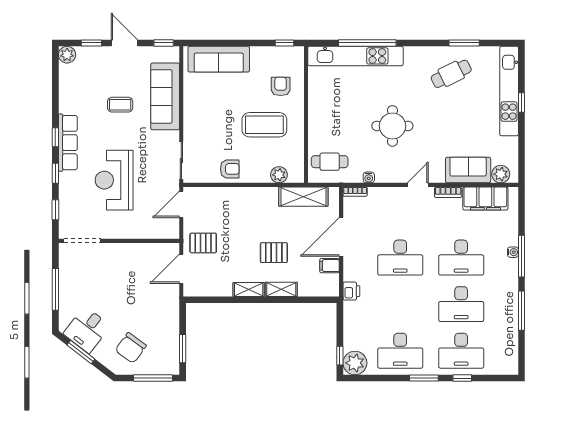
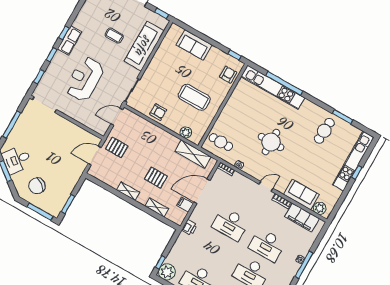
sofa: (219, 59) -> (194, 45), width x0.73
cafe table: (451, 74) -> (324, 131), turned -61
armchair: (281, 86) -> (228, 75), moved
row of seats: (68, 143) -> (70, 40), width x0.68
shelving: (281, 289) -> (157, 207), moved

